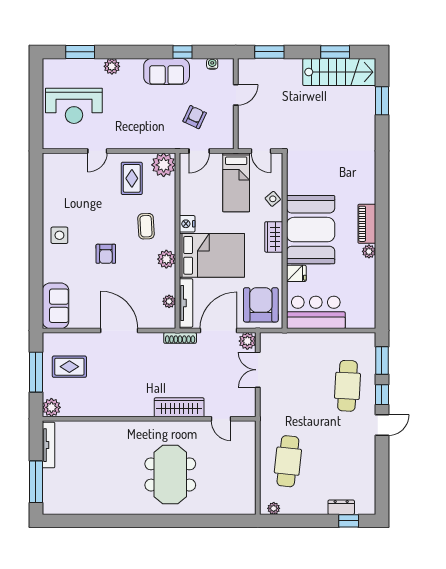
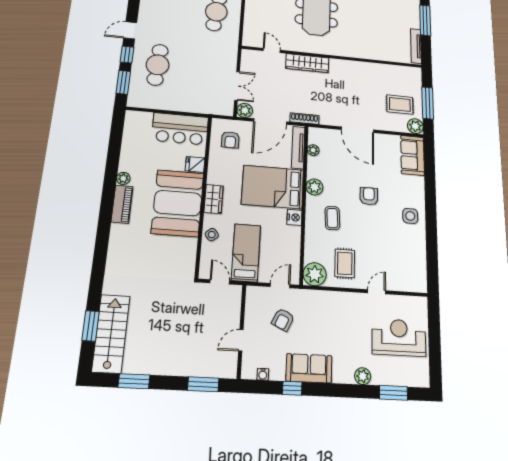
stairs: (339, 72) -> (111, 334), moved, turned 90
armchair: (261, 305) -> (230, 140), width x0.53, depth x0.53
plant: (51, 407) -> (415, 126), moved

